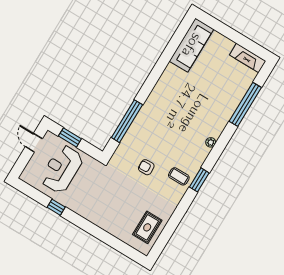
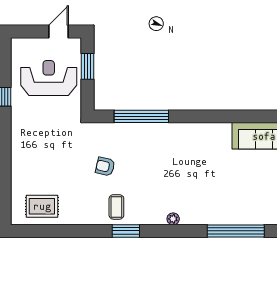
armchair: (146, 167) -> (105, 167), turned -75

